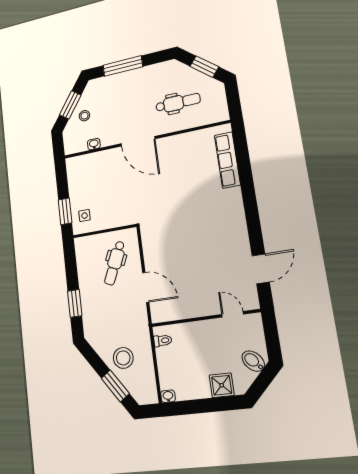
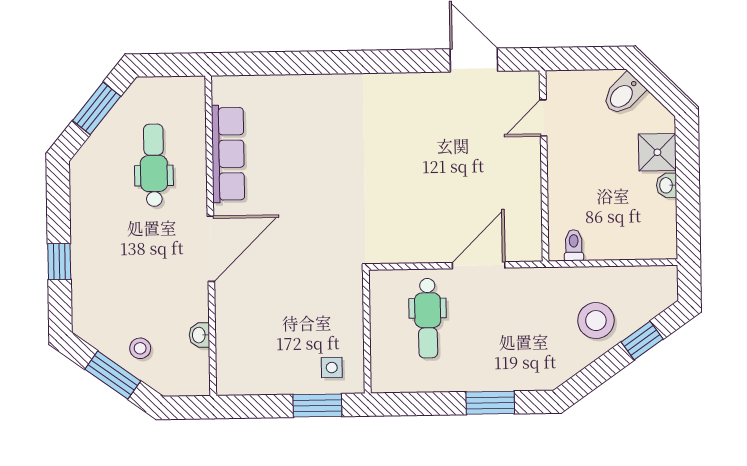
window: (123, 66) -> (59, 262), width x0.46
row of seats: (227, 160) -> (228, 154), moved, turned -90
dental chair: (115, 263) -> (428, 318), turned 66
window: (115, 386) -> (642, 340), width x0.67
washbasin: (168, 396) -> (667, 185), moved

